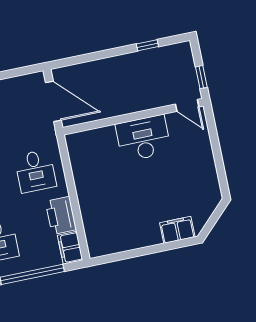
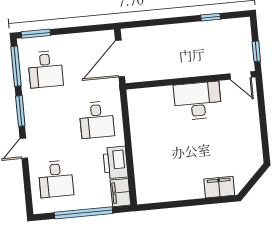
door: (53, 101) -> (120, 58), swing flipped

